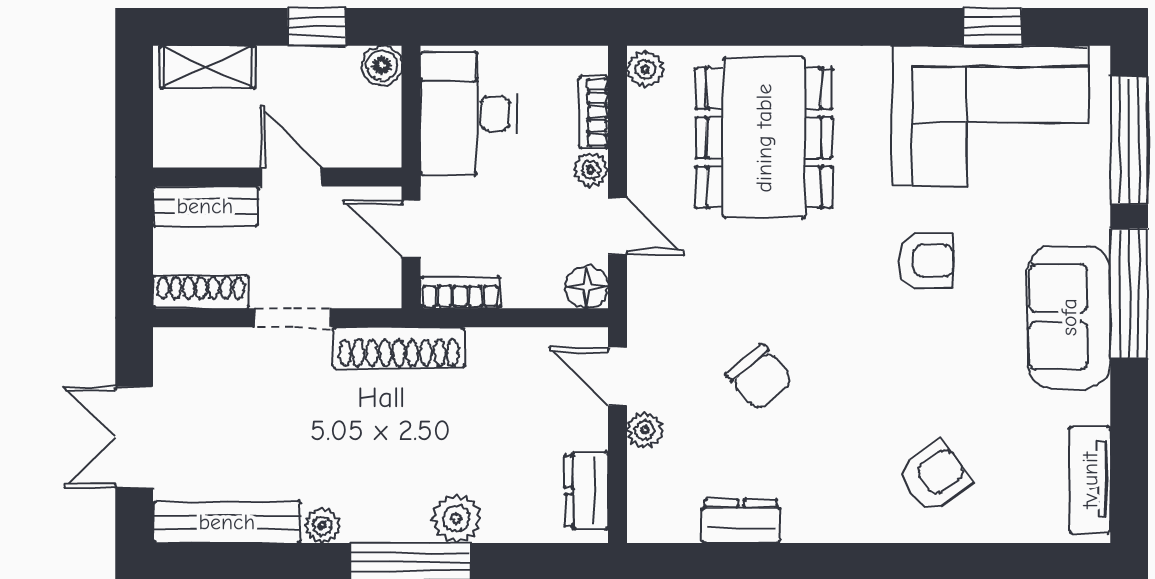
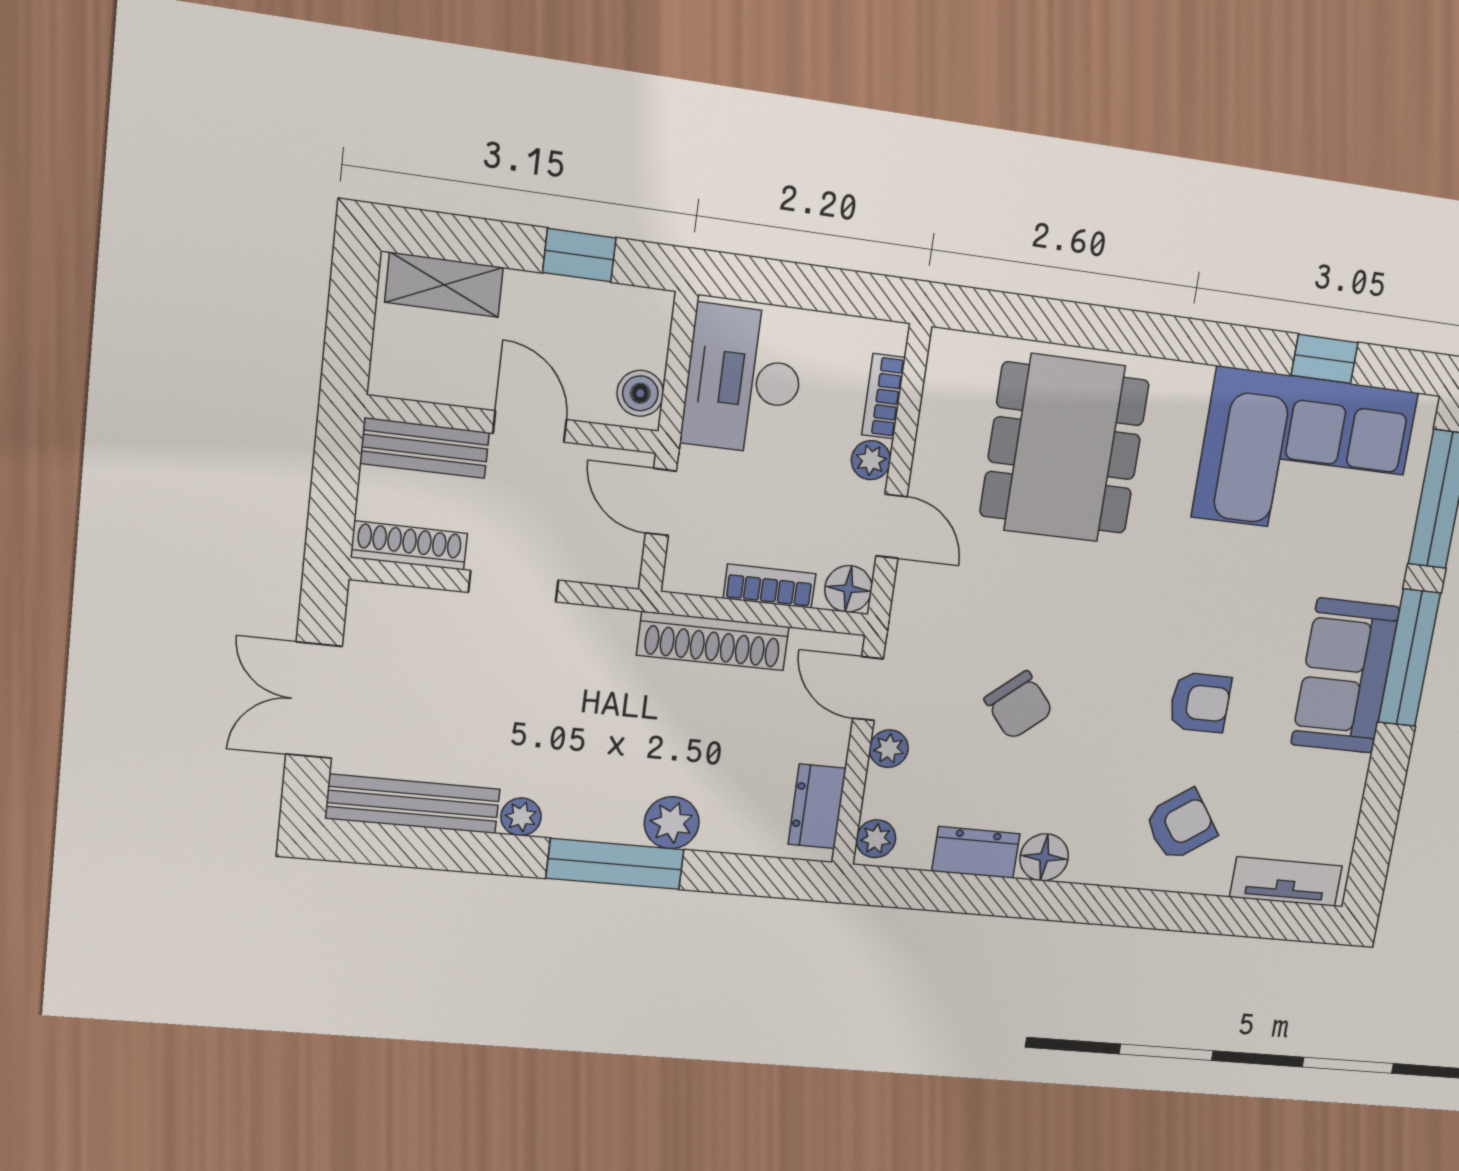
boiler: (382, 66) -> (640, 393), moved
plant: (645, 69) -> (876, 839), moved
armchair: (925, 261) -> (1200, 702), moved
bookcase: (460, 293) -> (770, 586), moved
shoe rack: (399, 348) -> (713, 641), moved
tv unit: (1090, 480) -> (1286, 881), moved, turned 90
floor lamp: (807, 520) -> (1044, 857), added

